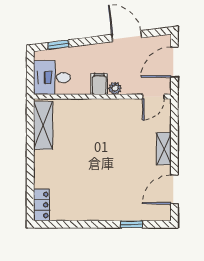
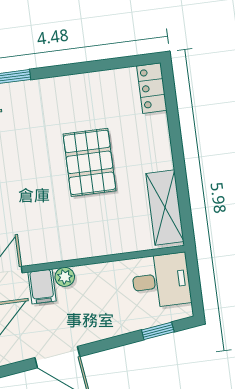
filing cabinet: (99, 84) -> (42, 287), moved
pallet: (89, 161) -> (89, 162), added

